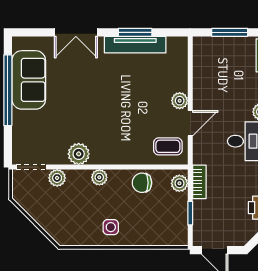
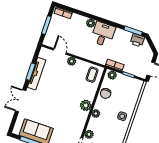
double door: (76, 32) -> (21, 101), swing flipped
door: (190, 123) -> (60, 51), moved
plant: (79, 154) -> (86, 105), moved

